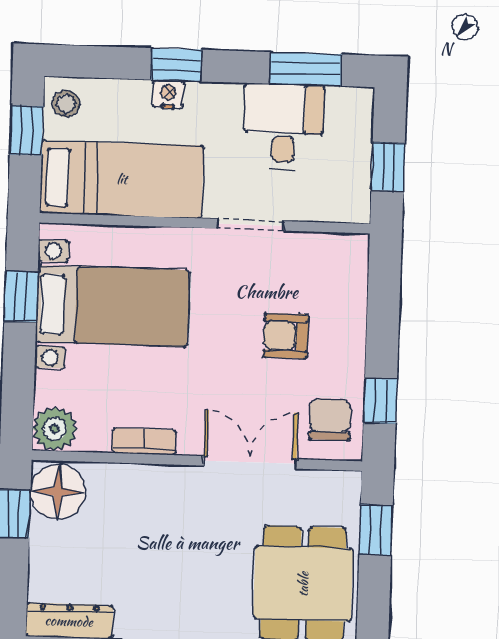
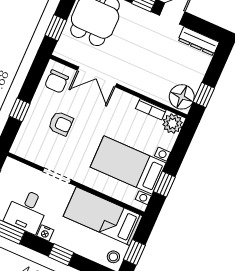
nightstand: (168, 94) -> (45, 233), moved
window: (380, 401) -> (20, 110), moved
bookcase: (144, 441) -> (151, 109), moved

